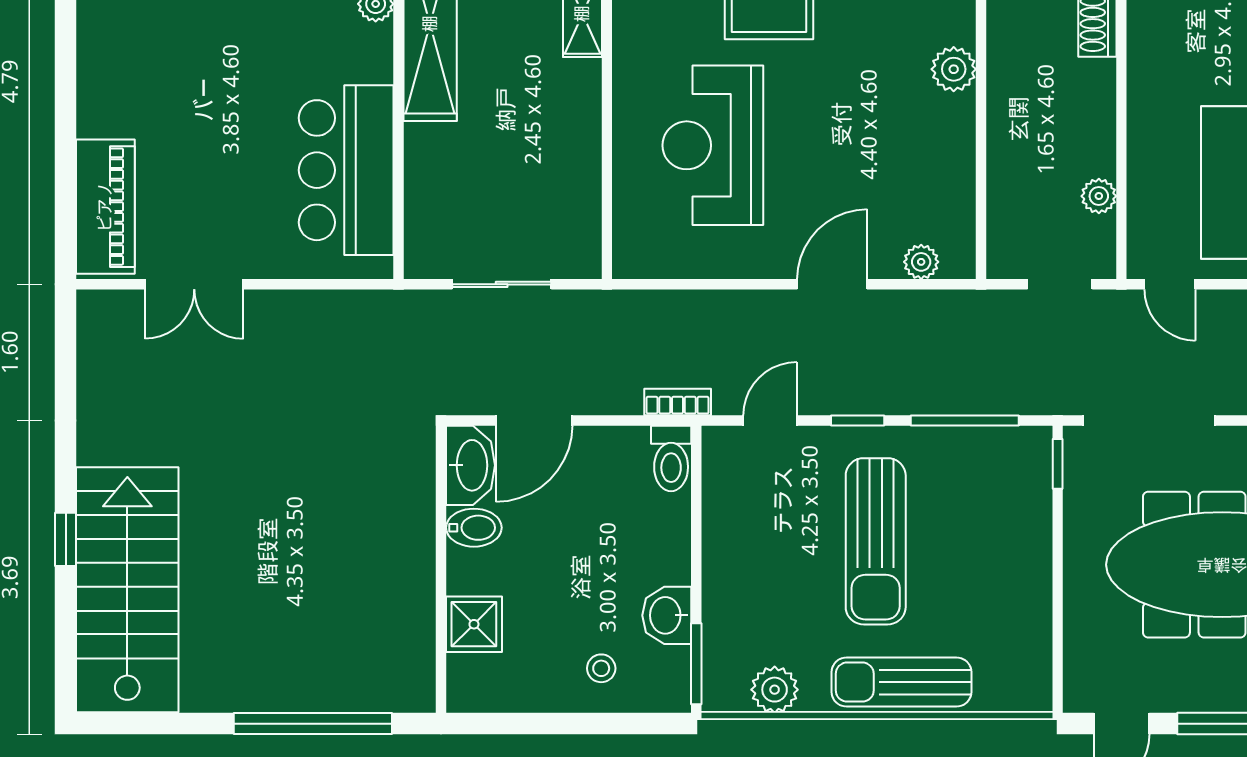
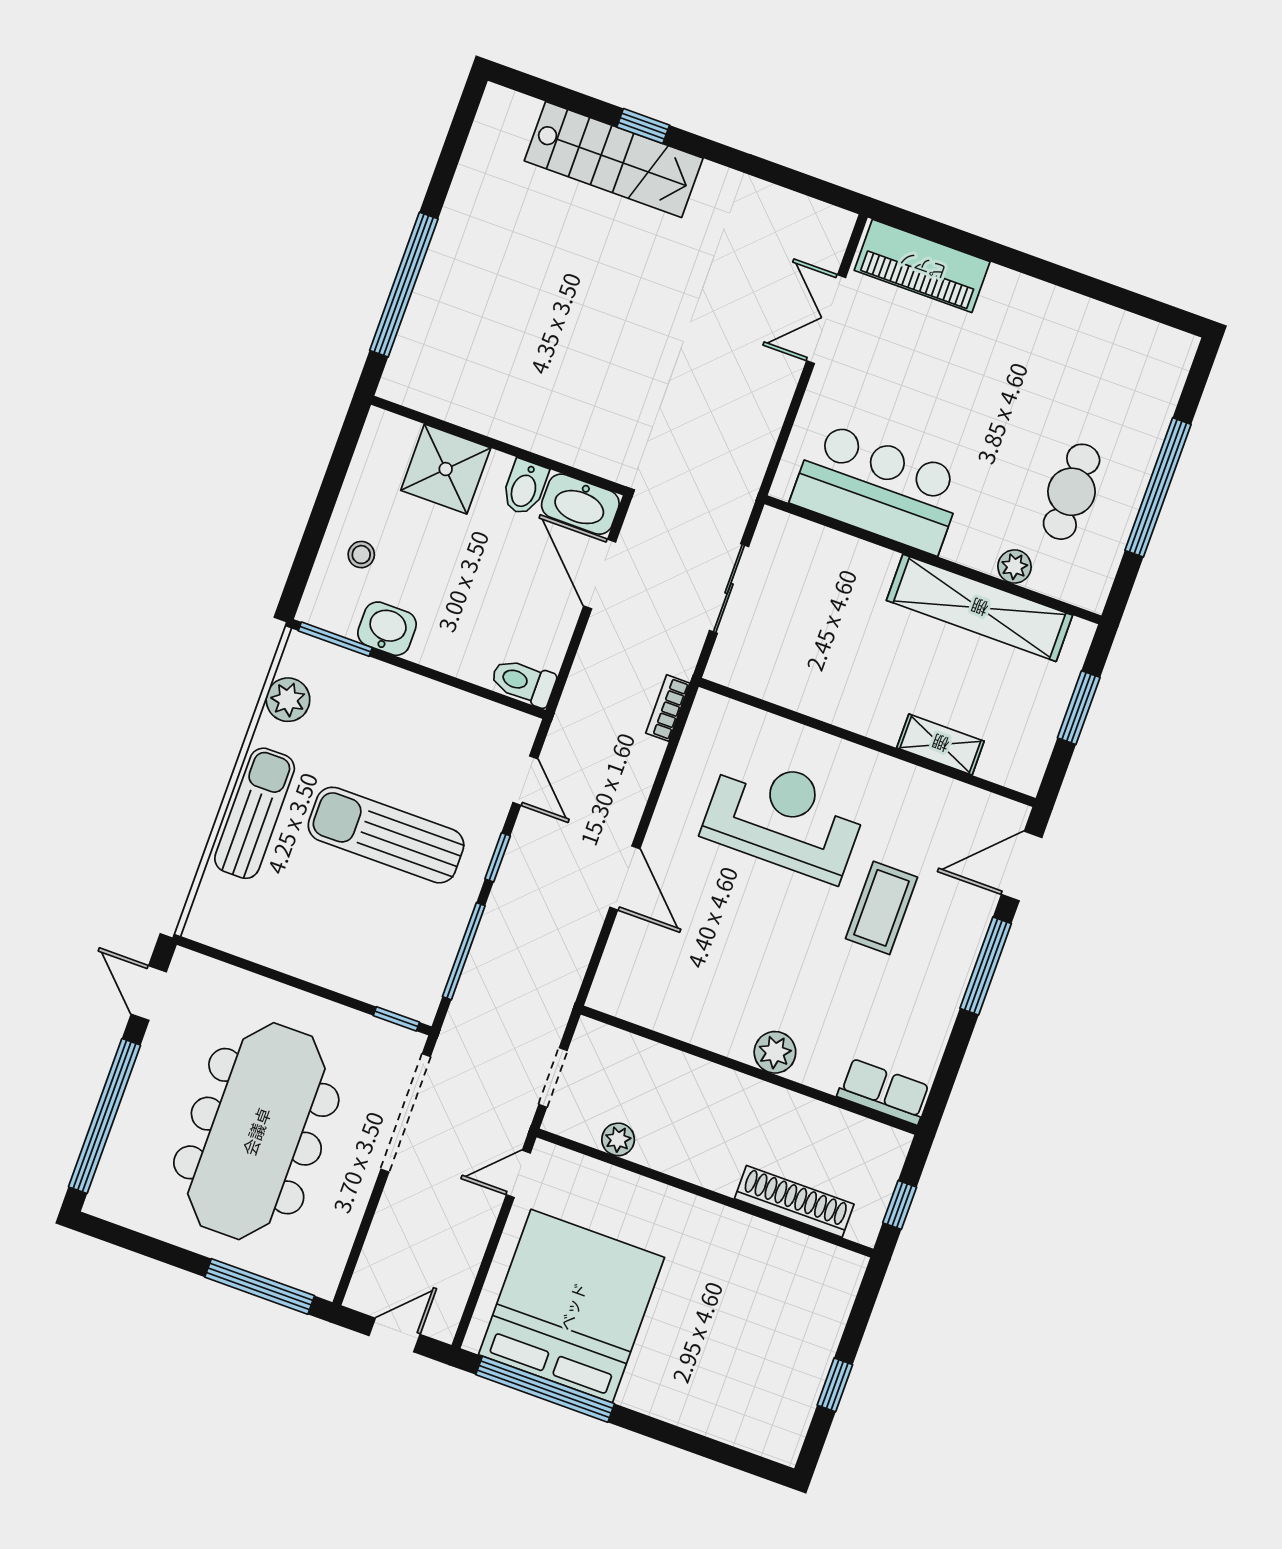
plant: (921, 262) -> (616, 963), removed
bookcase: (678, 402) -> (668, 708), moved, turned 180
stairs: (127, 590) -> (614, 160), width x0.73, depth x0.66
shower: (474, 624) -> (446, 469), width x1.36, depth x1.36

